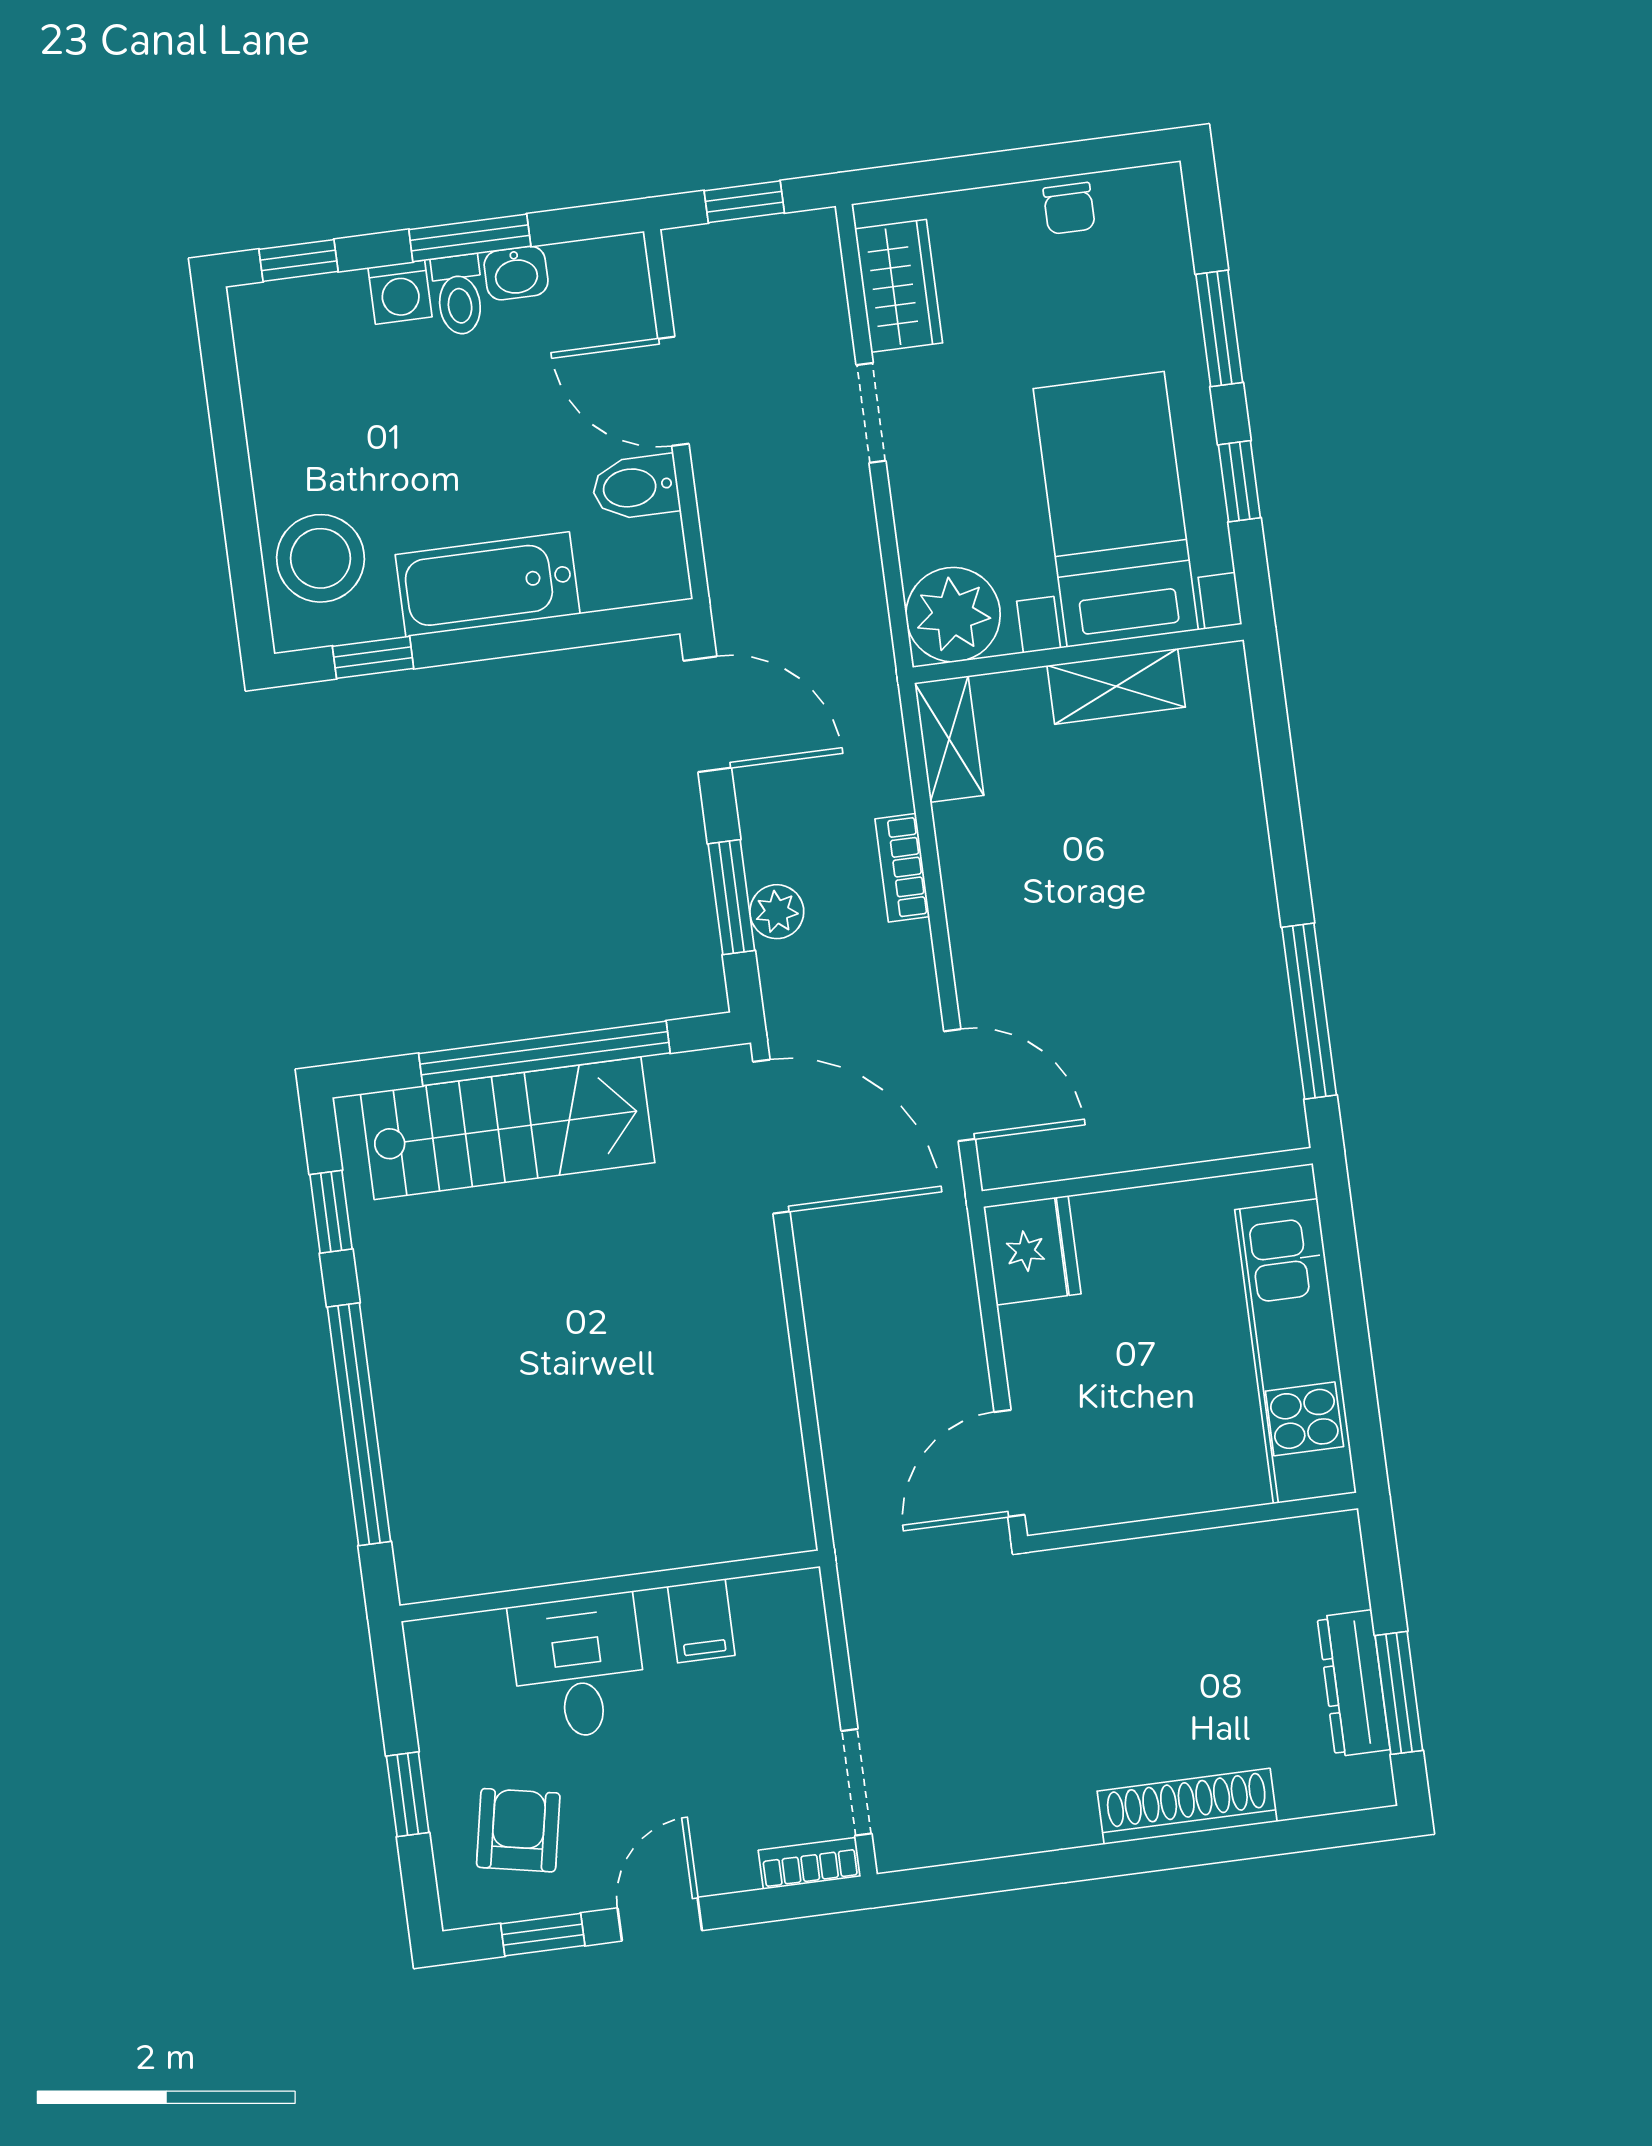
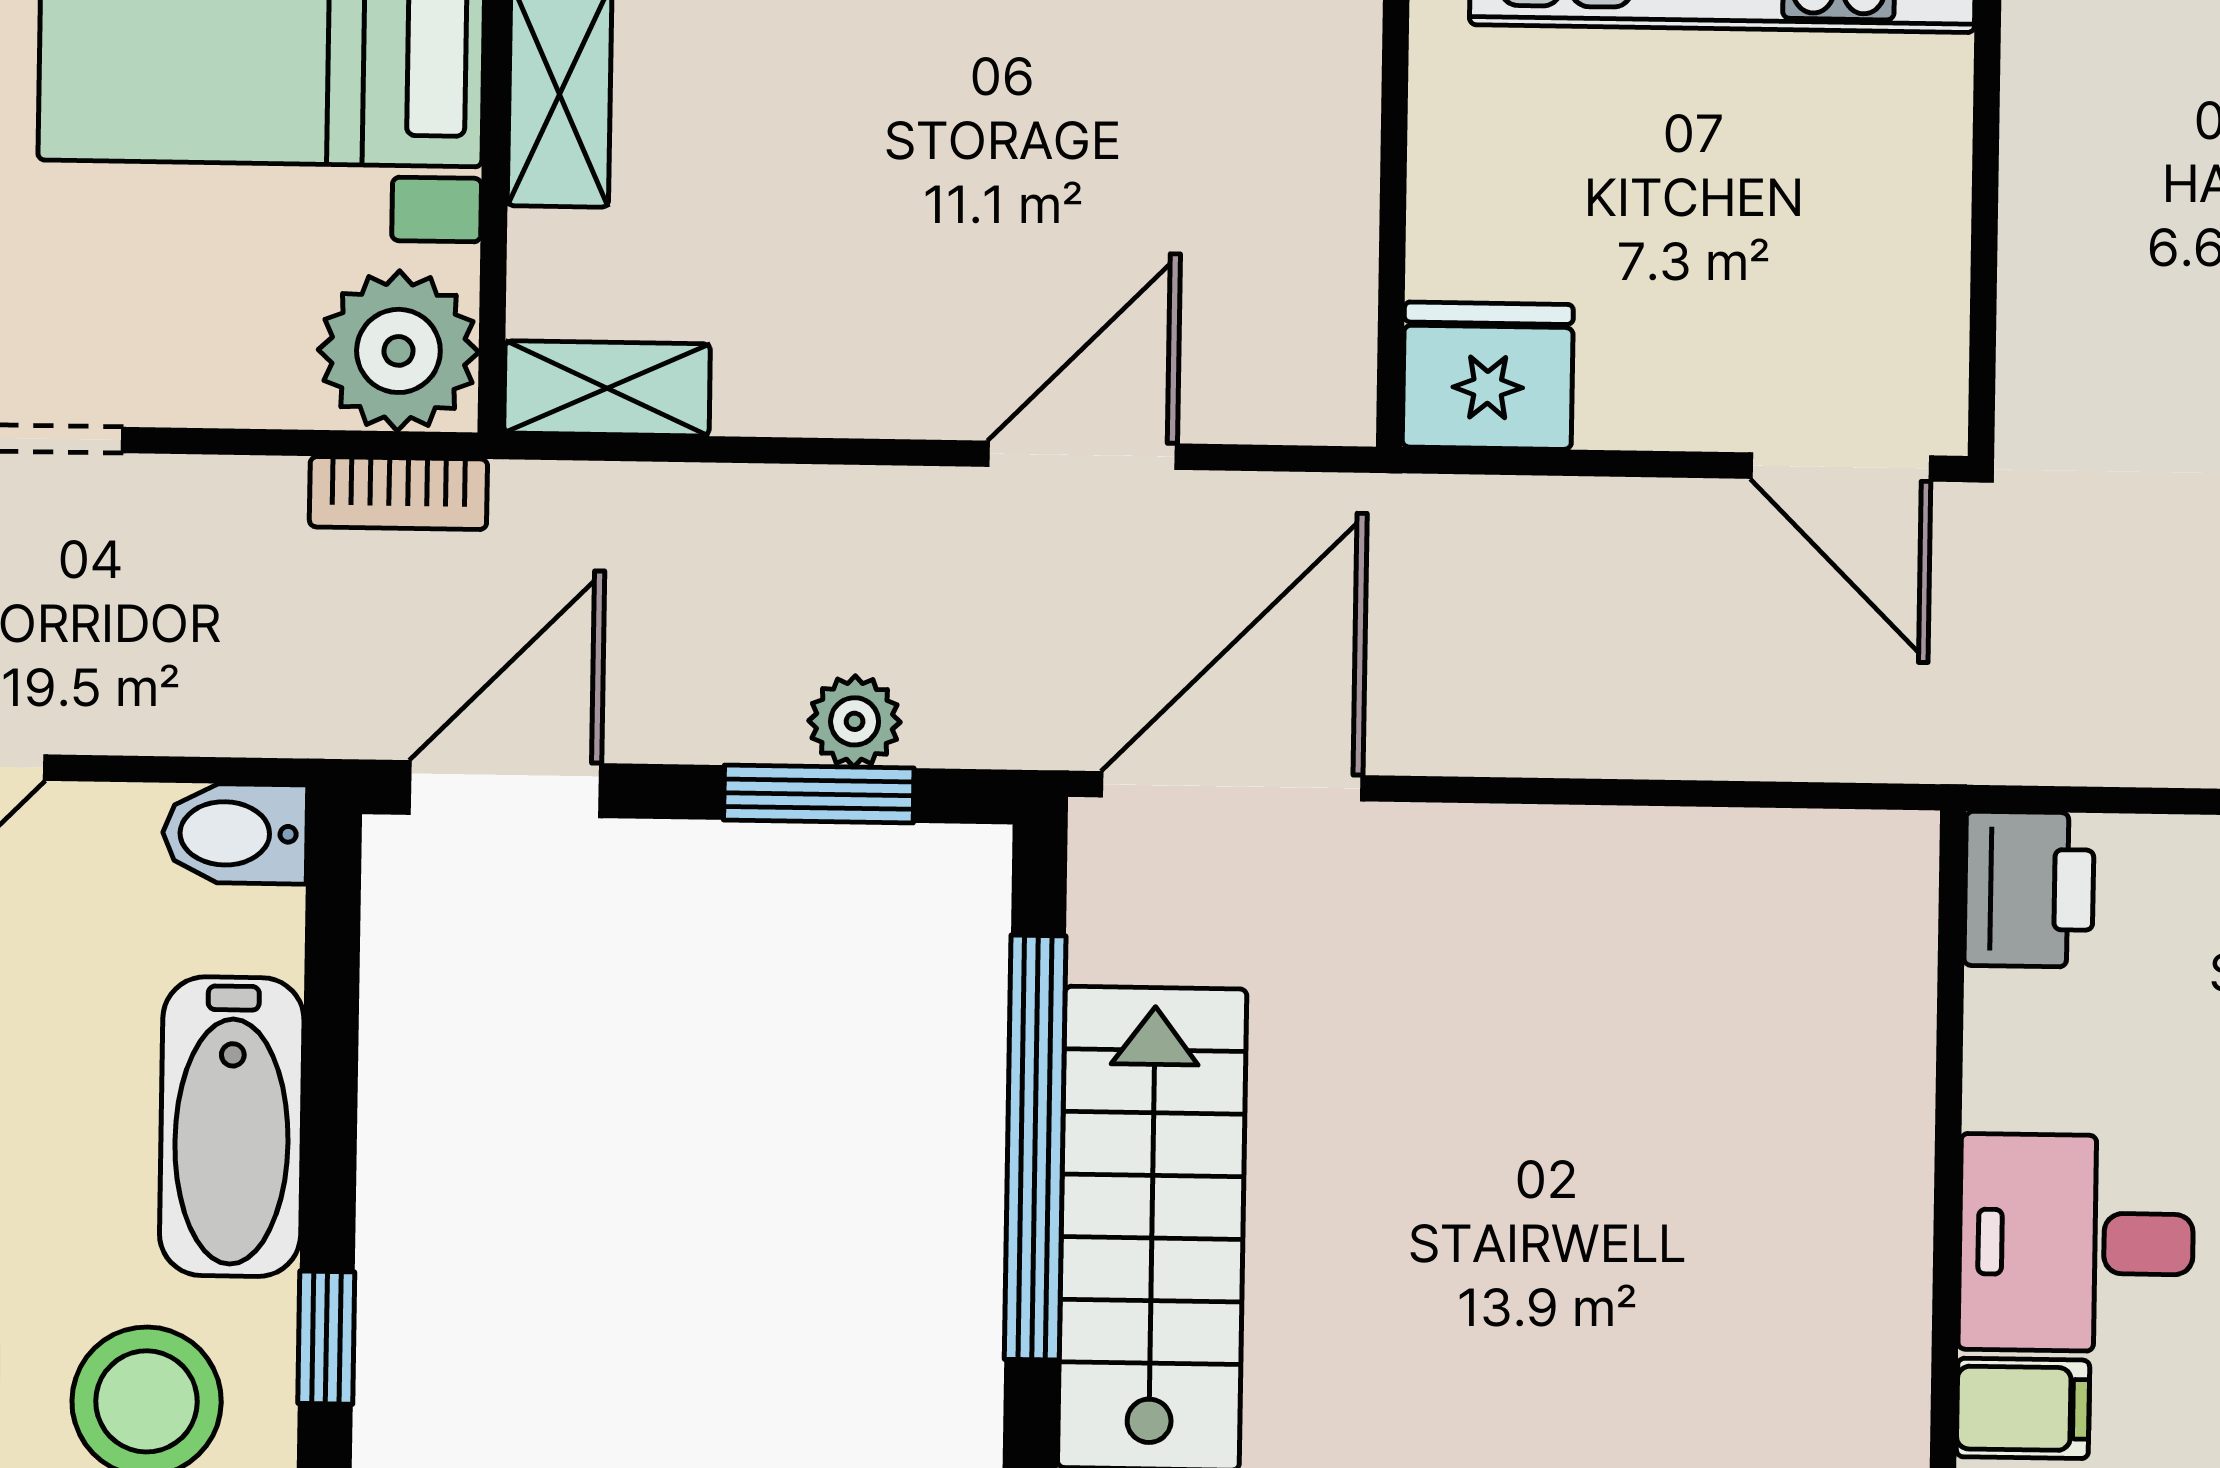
bidet: (635, 487) -> (235, 833), moved, turned 90
bookcase: (902, 868) -> (398, 493), moved
door: (960, 1085) -> (1082, 455), moved
printer: (780, 1609) -> (2029, 889), added
filing cabinet: (701, 1621) -> (2023, 1408), moved

